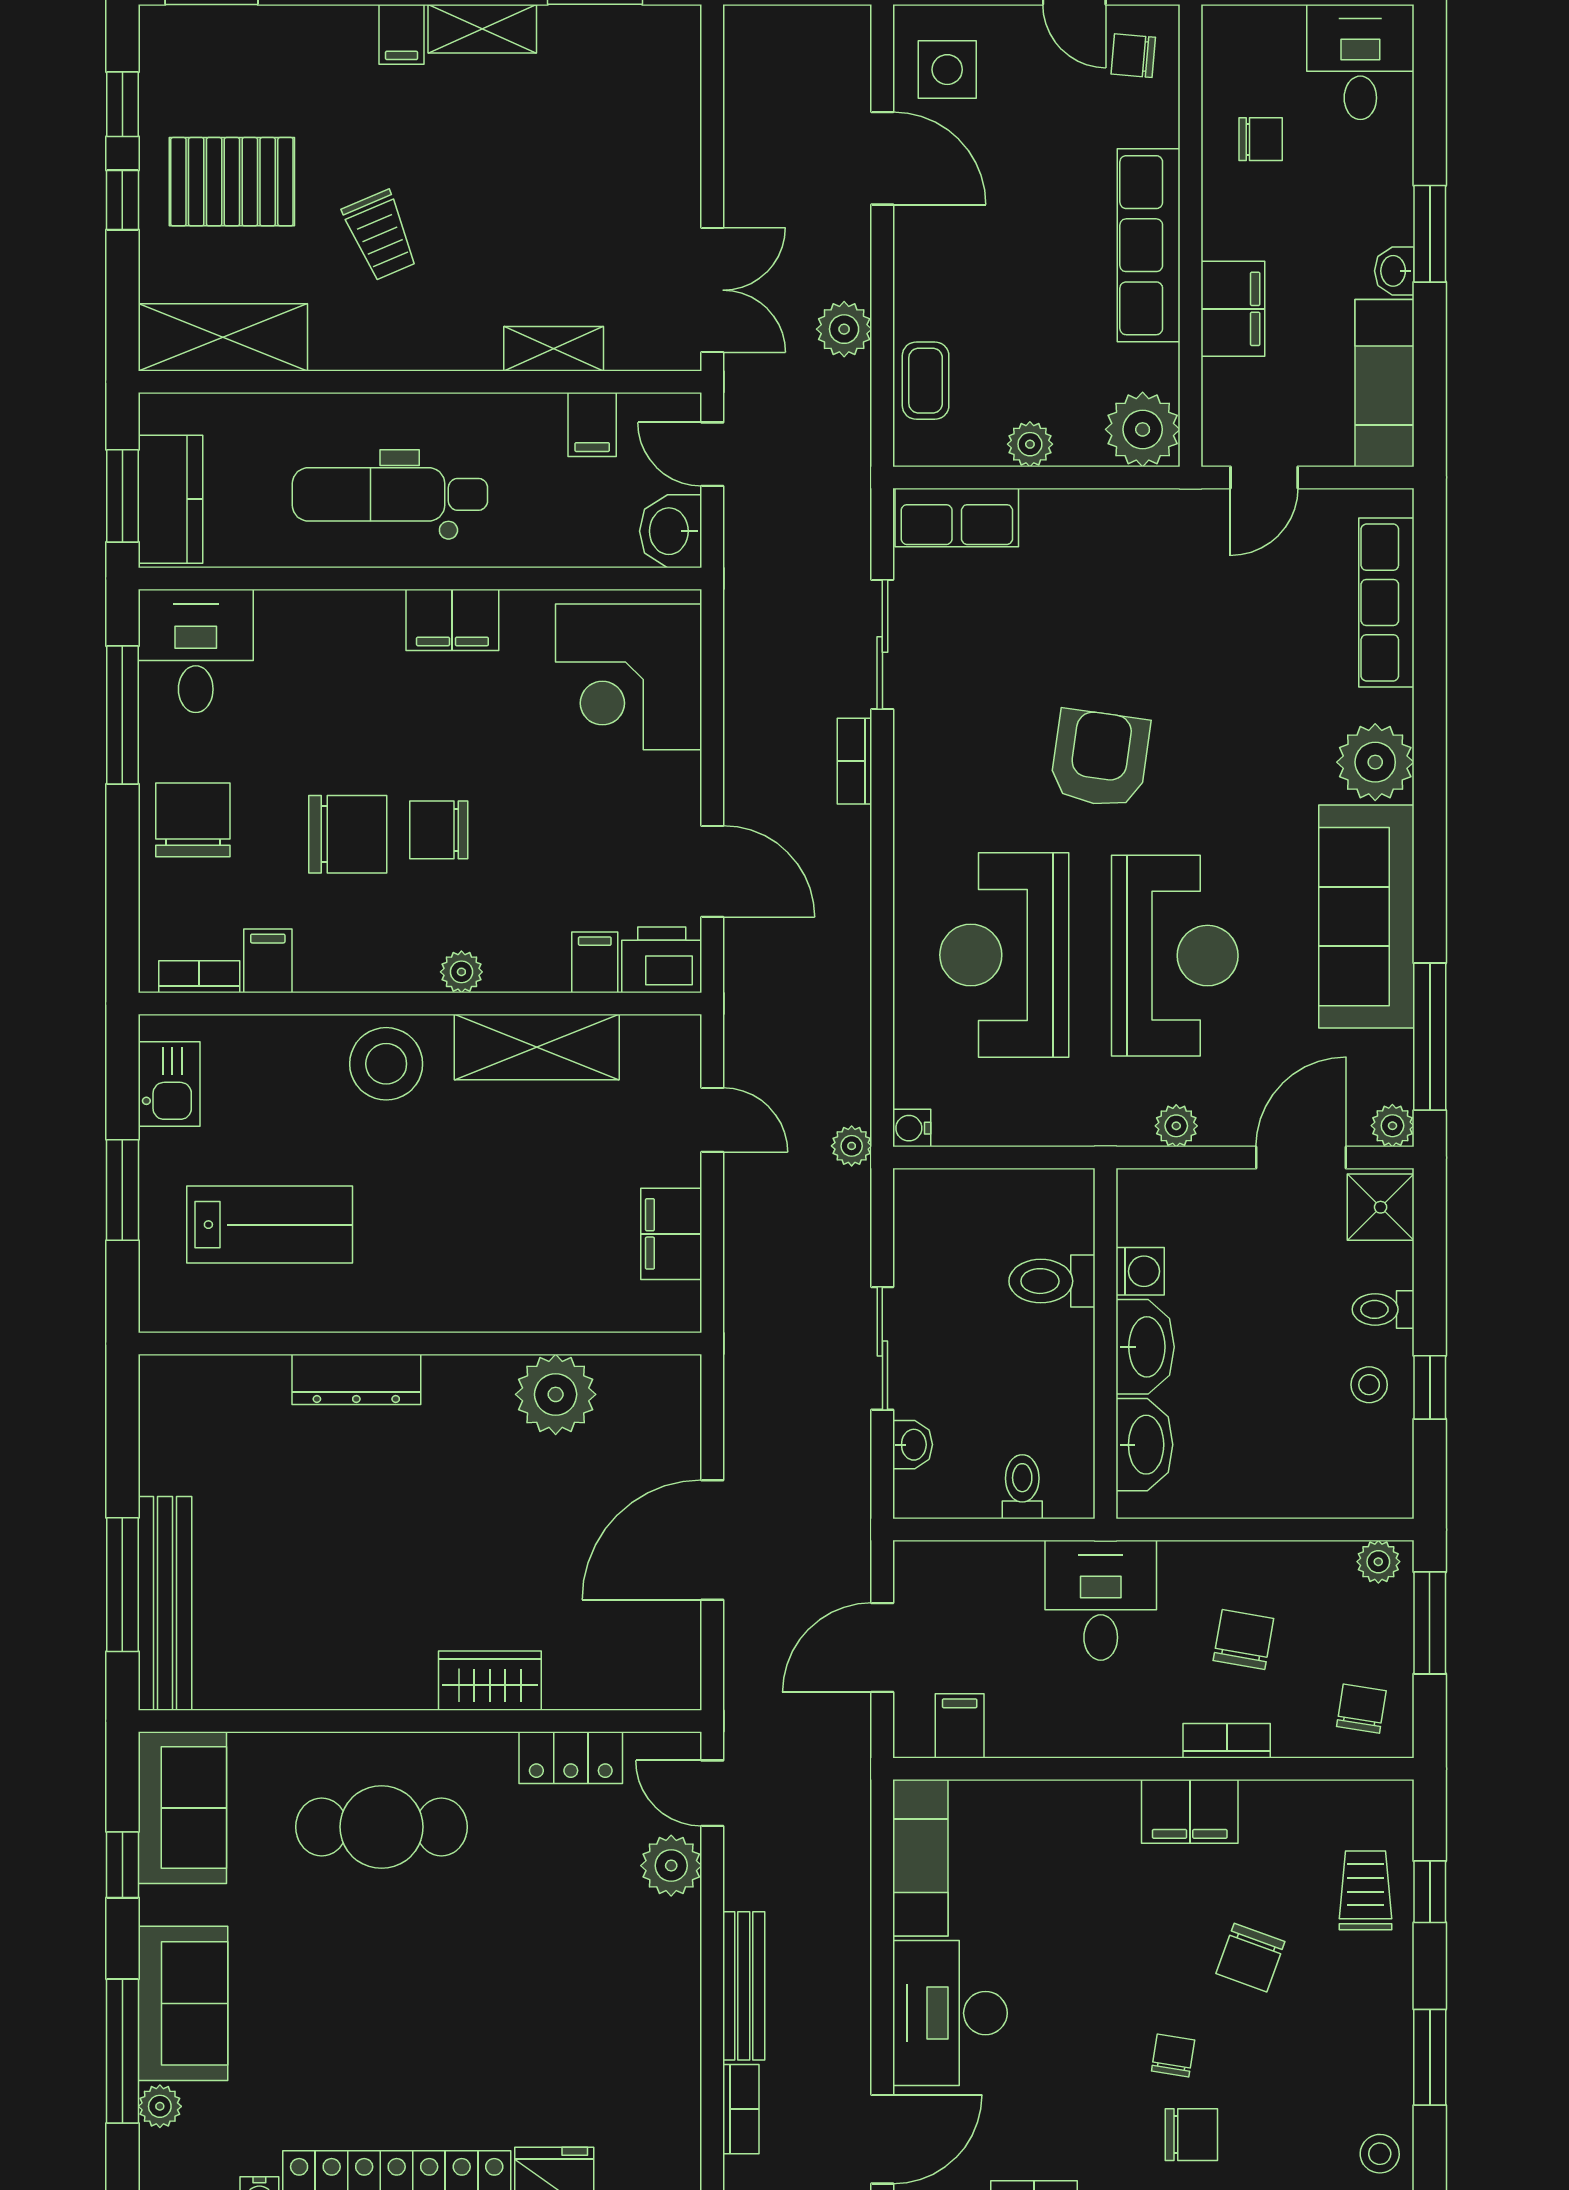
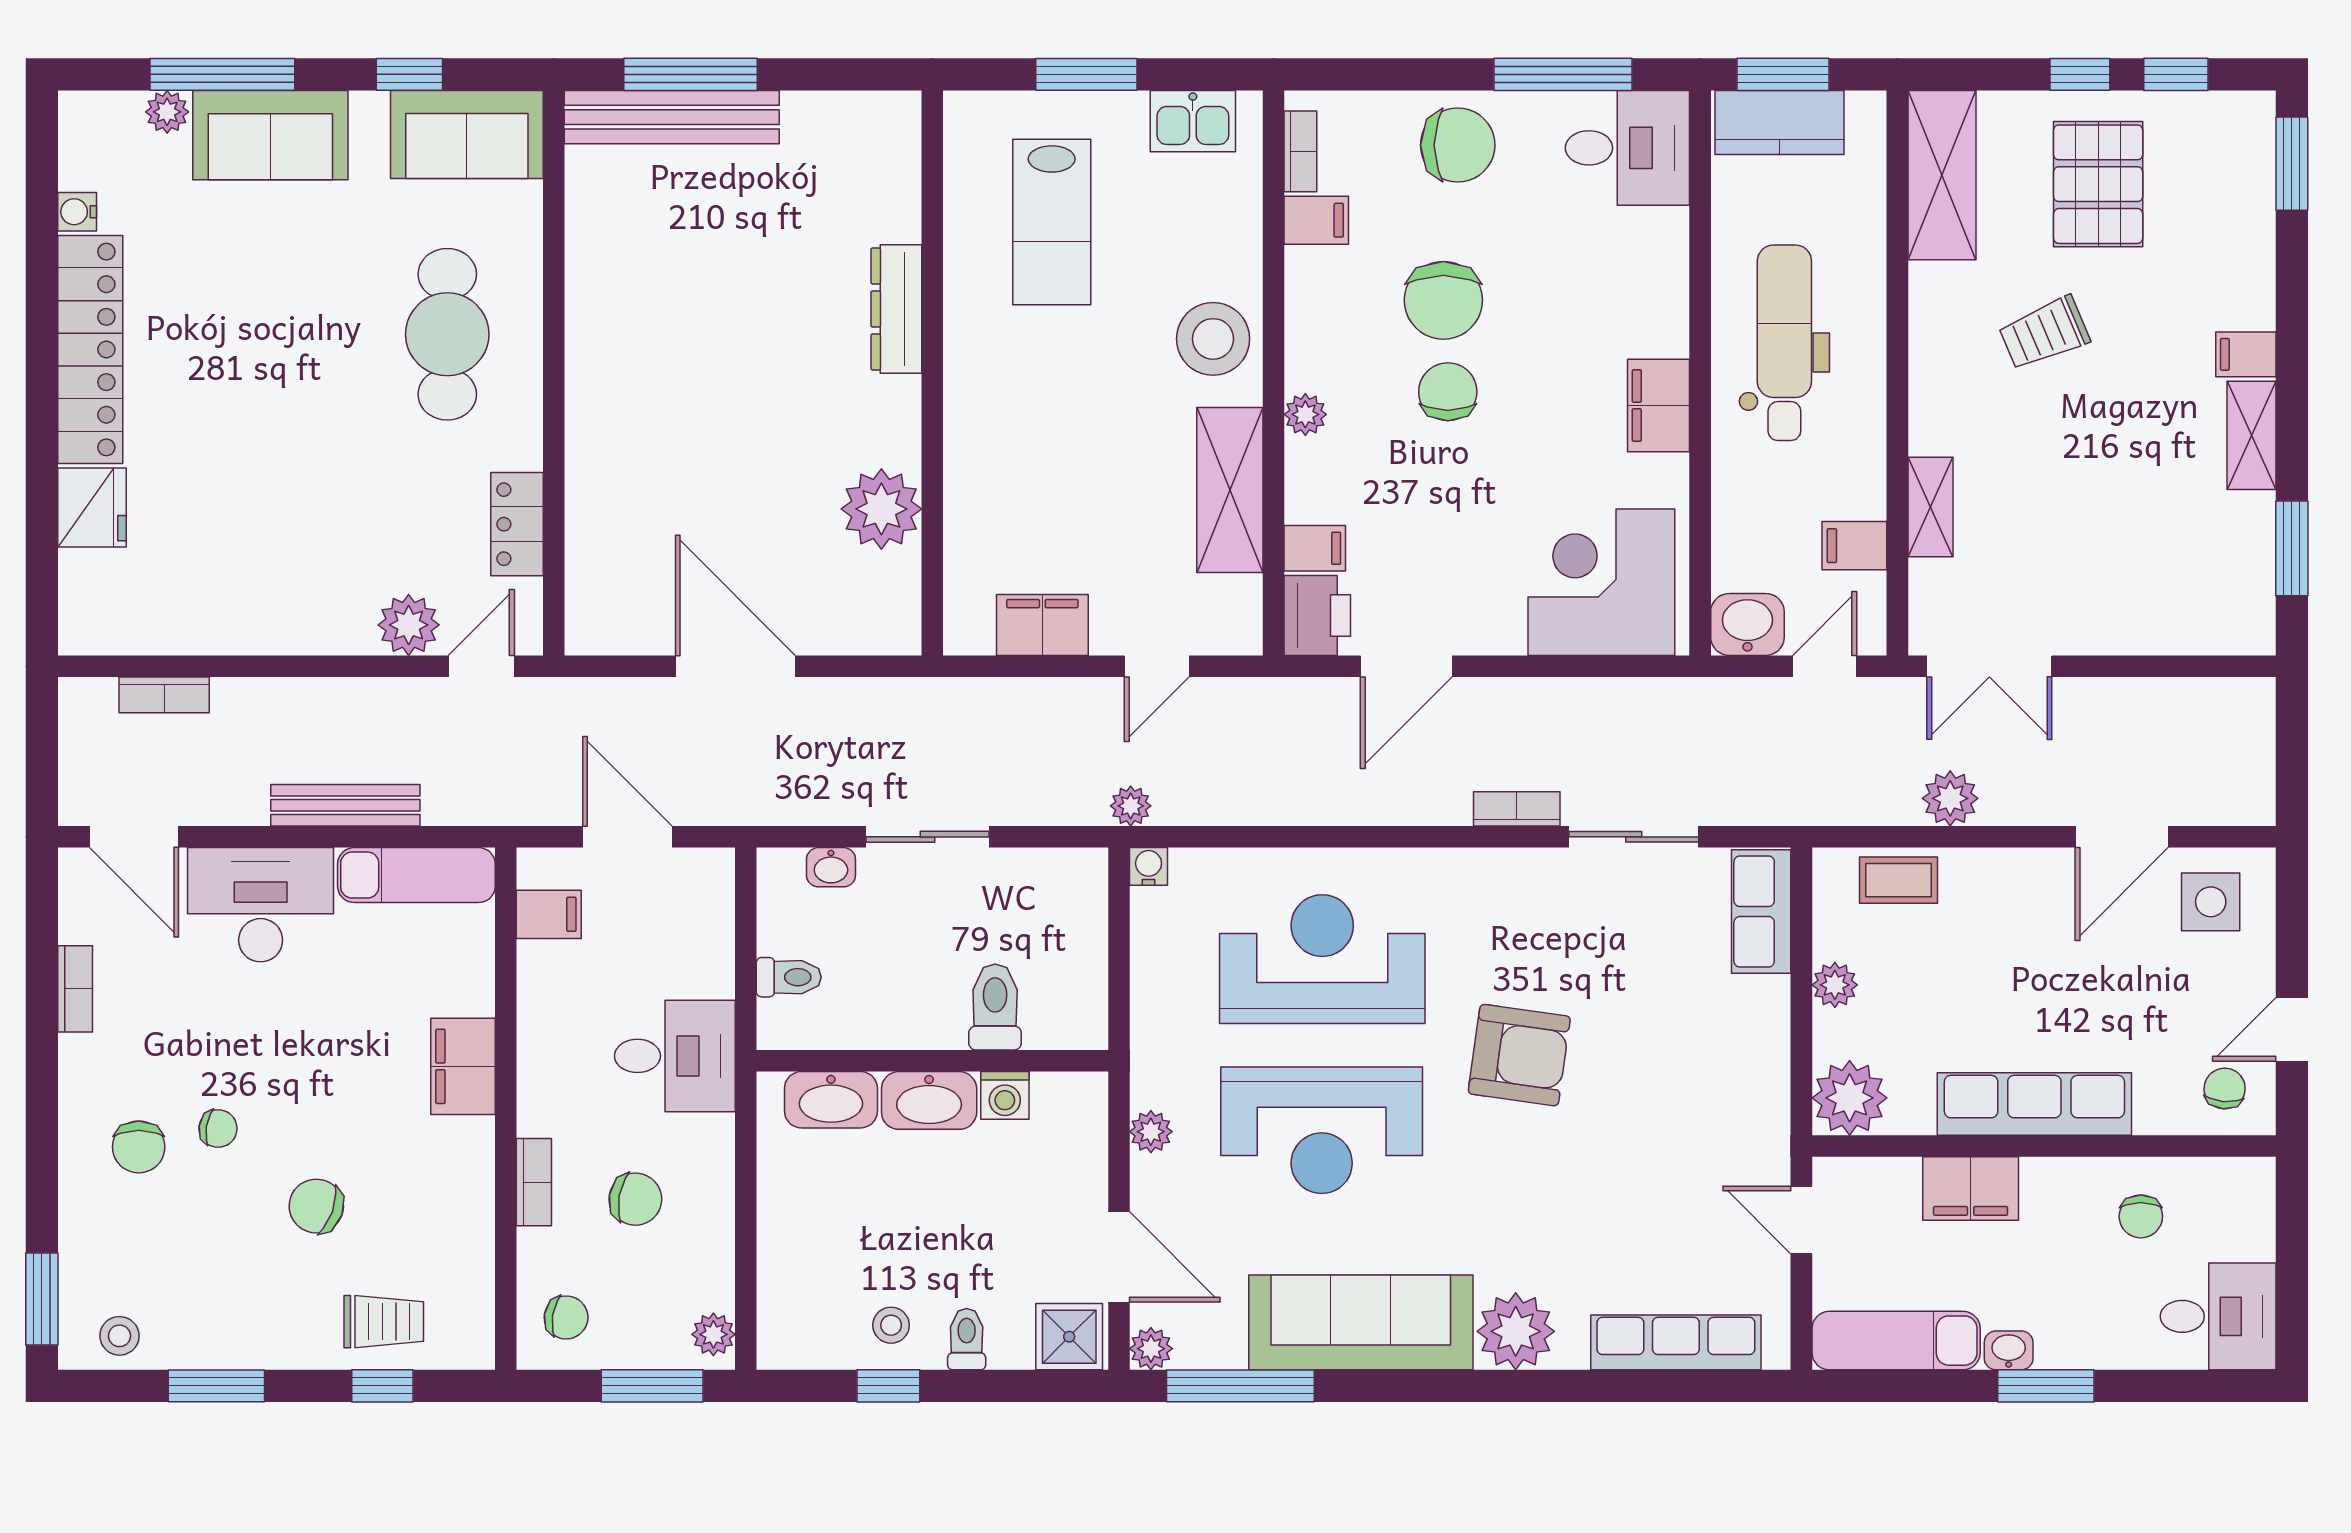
wardrobe: (490, 1681) -> (594, 443), removed
filing cabinet: (1190, 1811) -> (463, 1066), moved
bench: (744, 1986) -> (345, 805), moved

